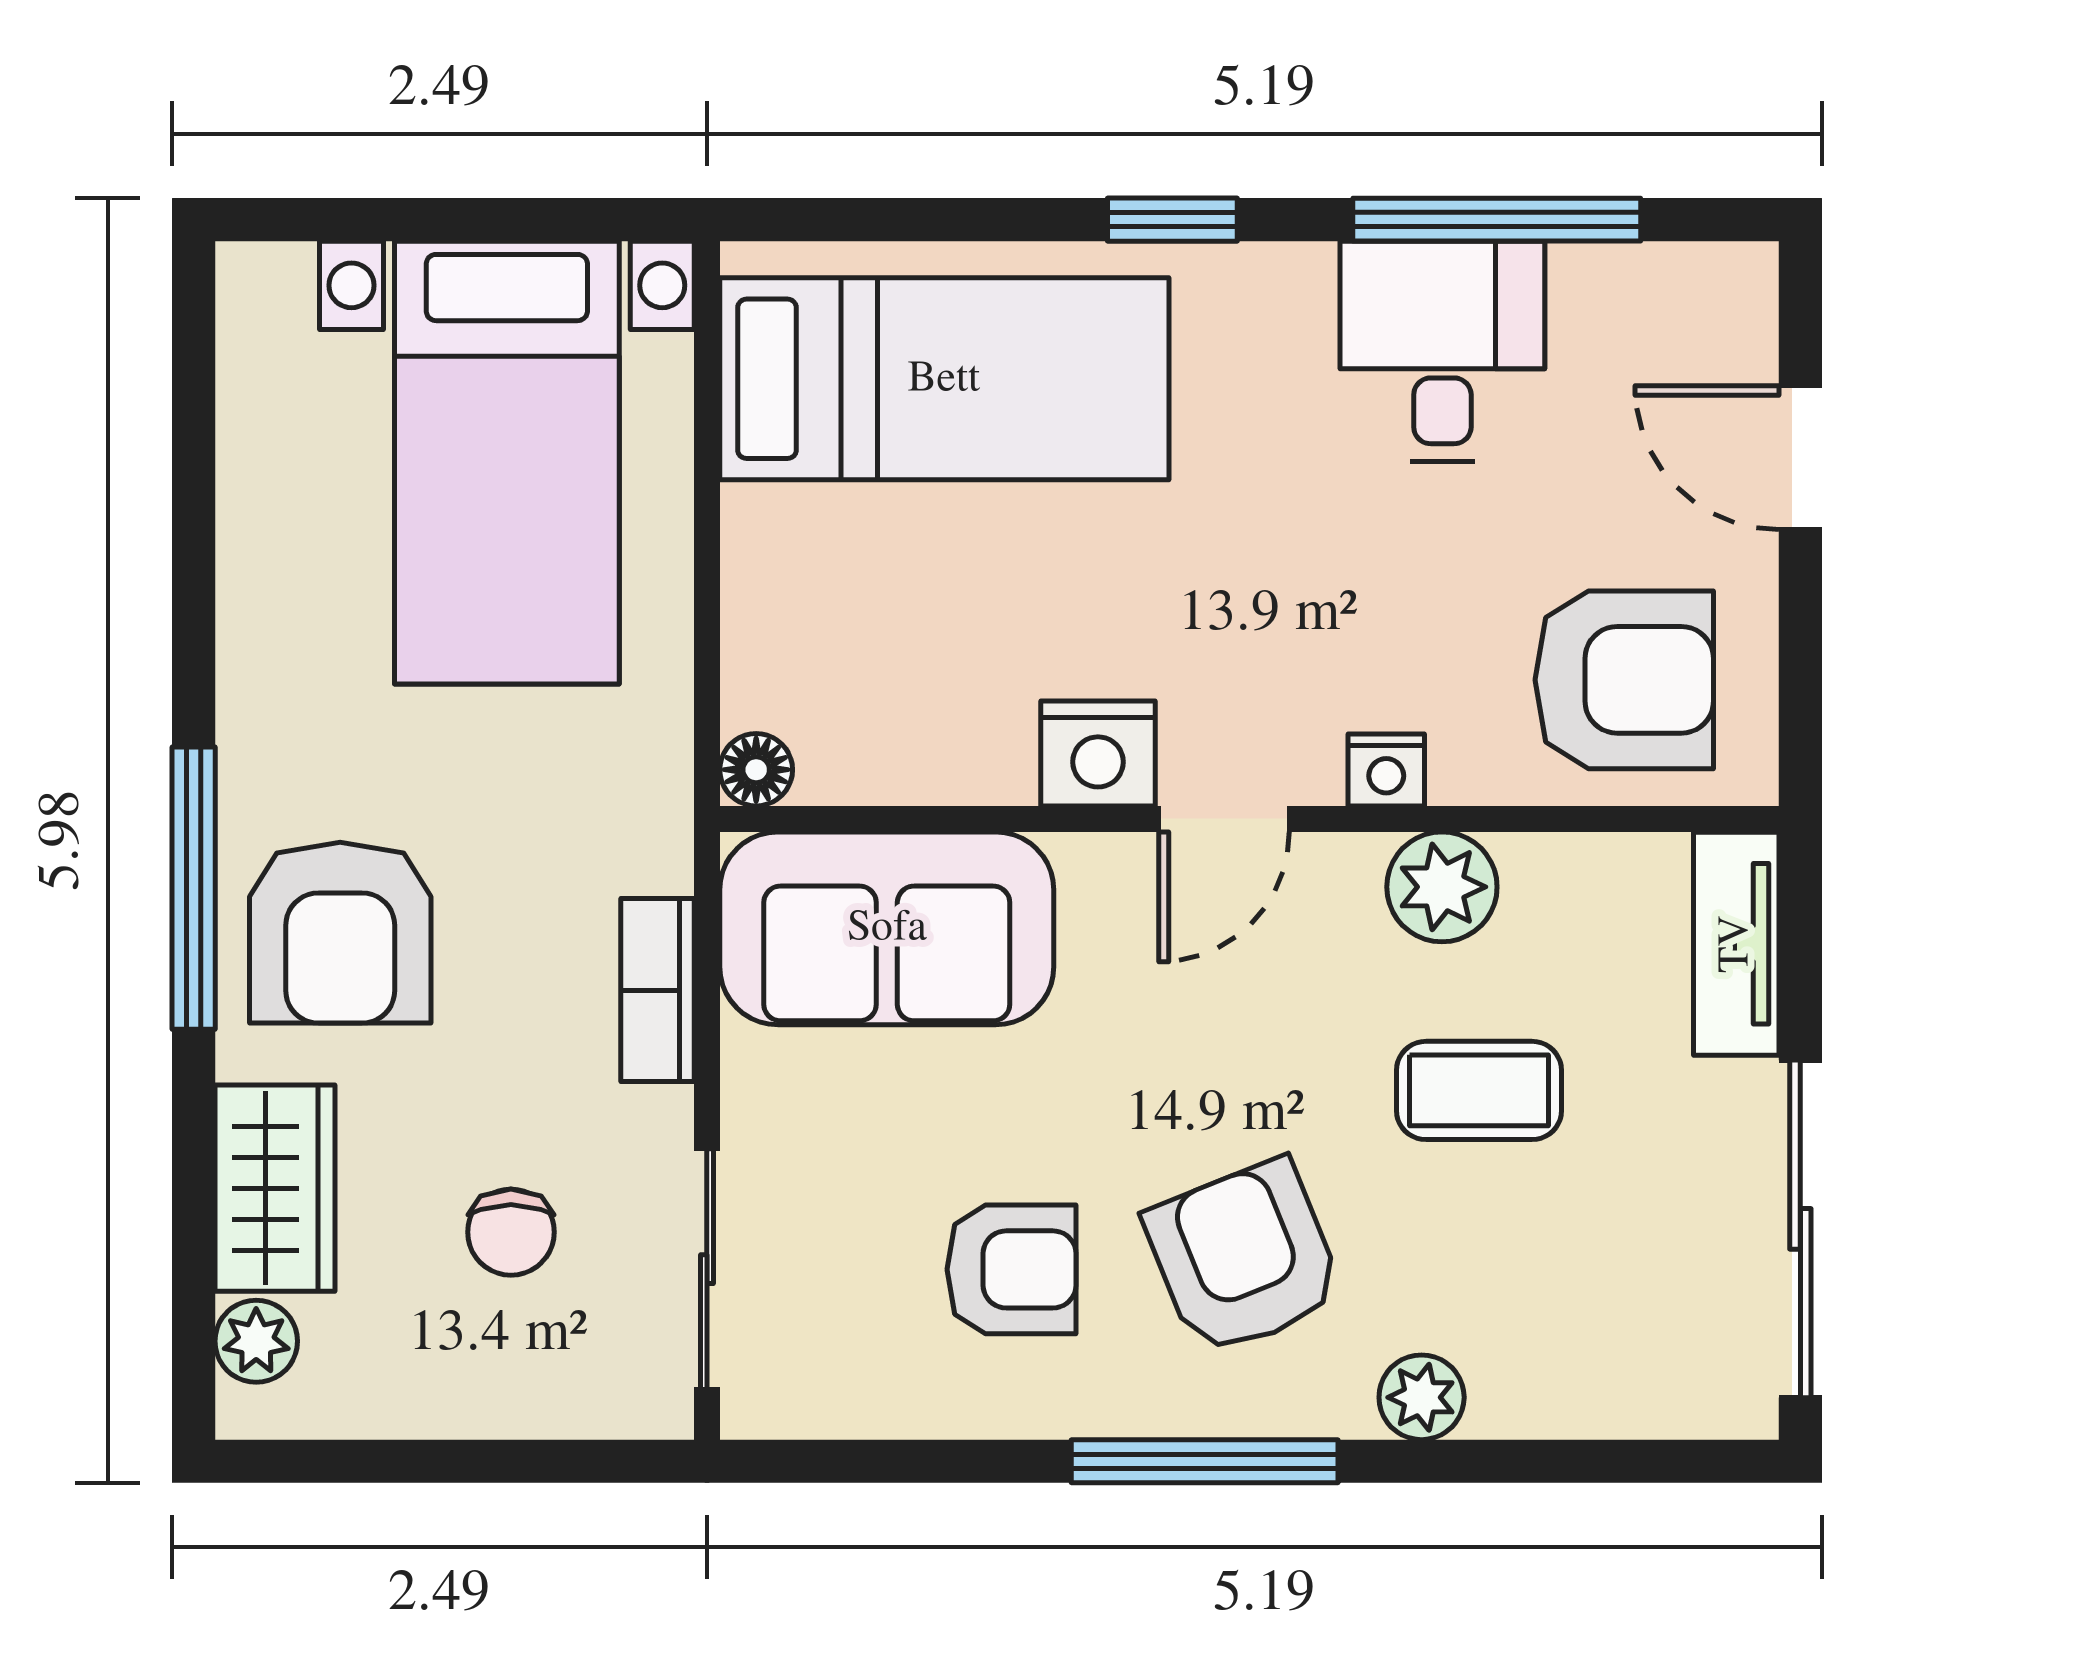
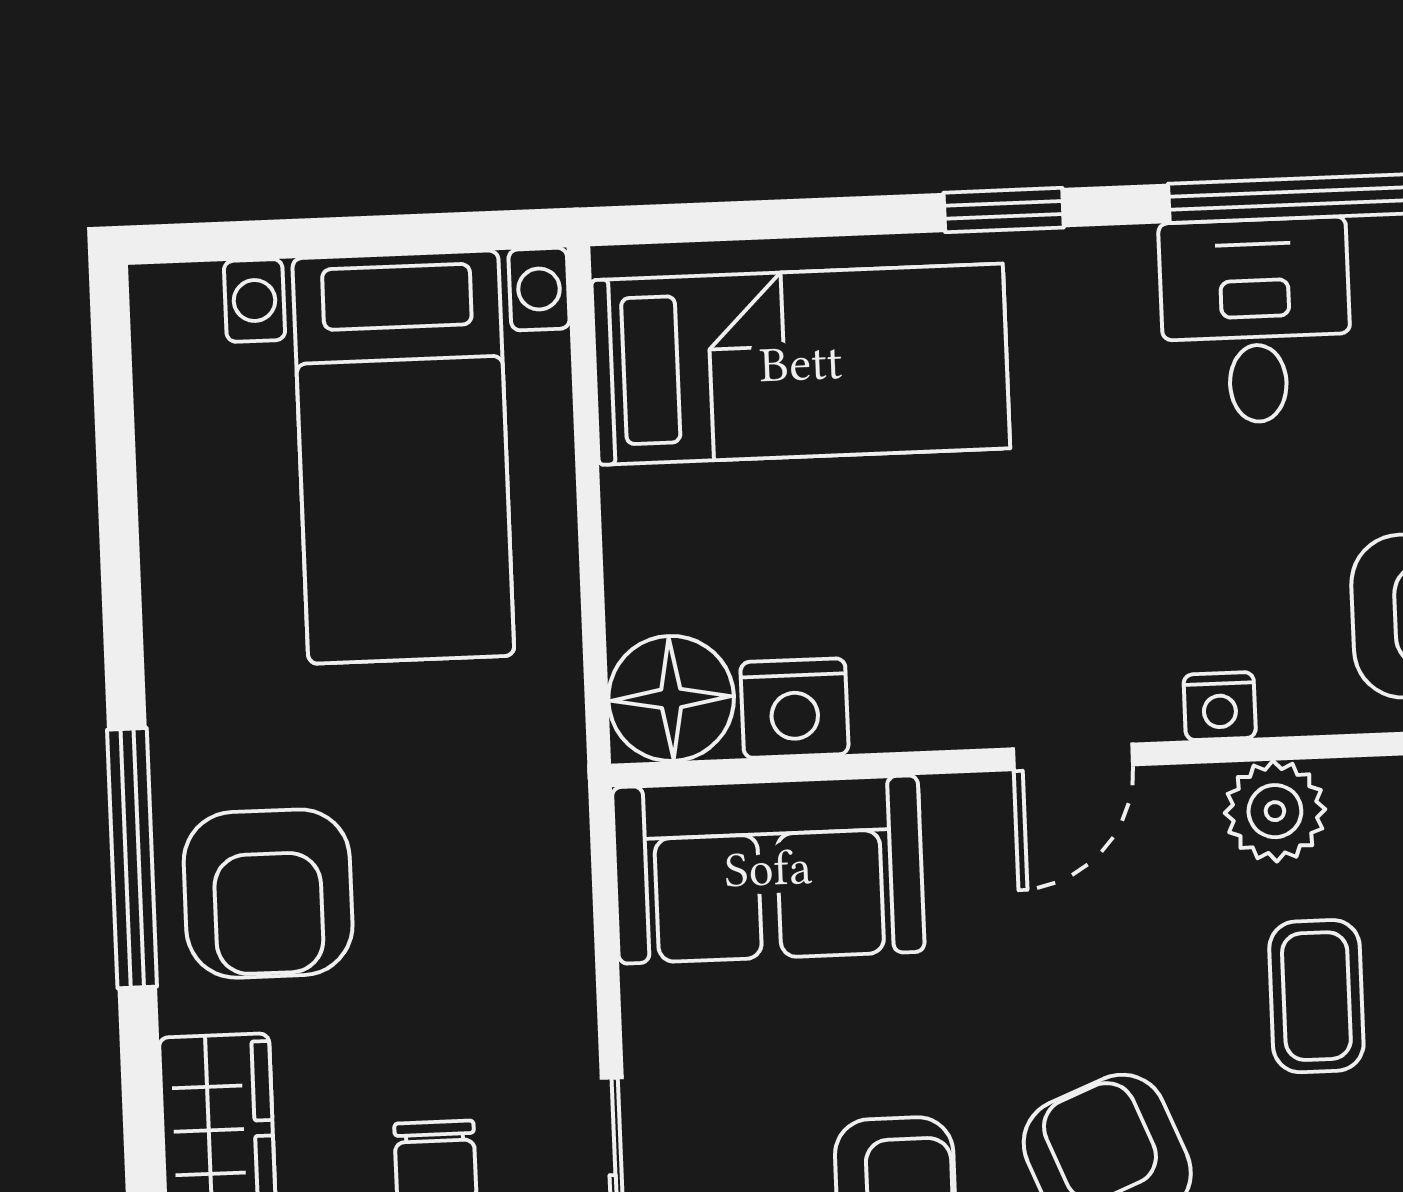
nightstand: (1098, 754) -> (794, 708), moved
floor lamp: (756, 770) -> (671, 698), width x1.89, depth x1.89
bookcase: (657, 990) -> (561, 934), removed
coffee table: (1479, 1090) -> (1316, 996), turned 90

